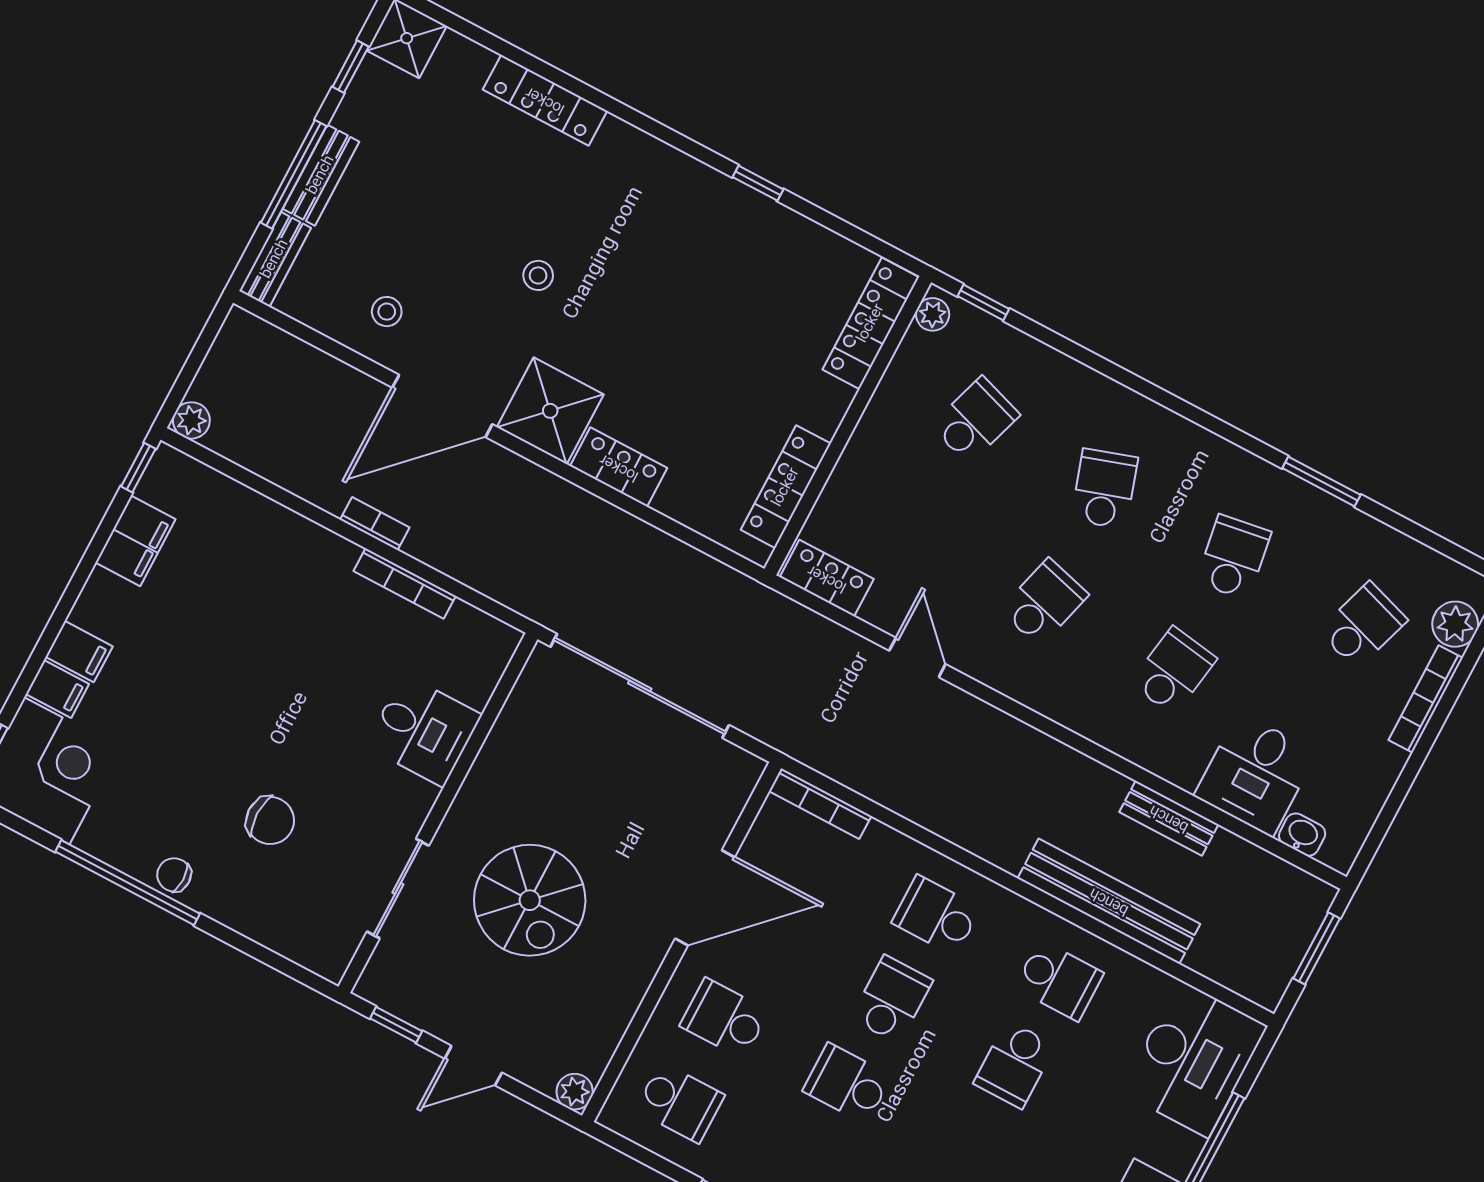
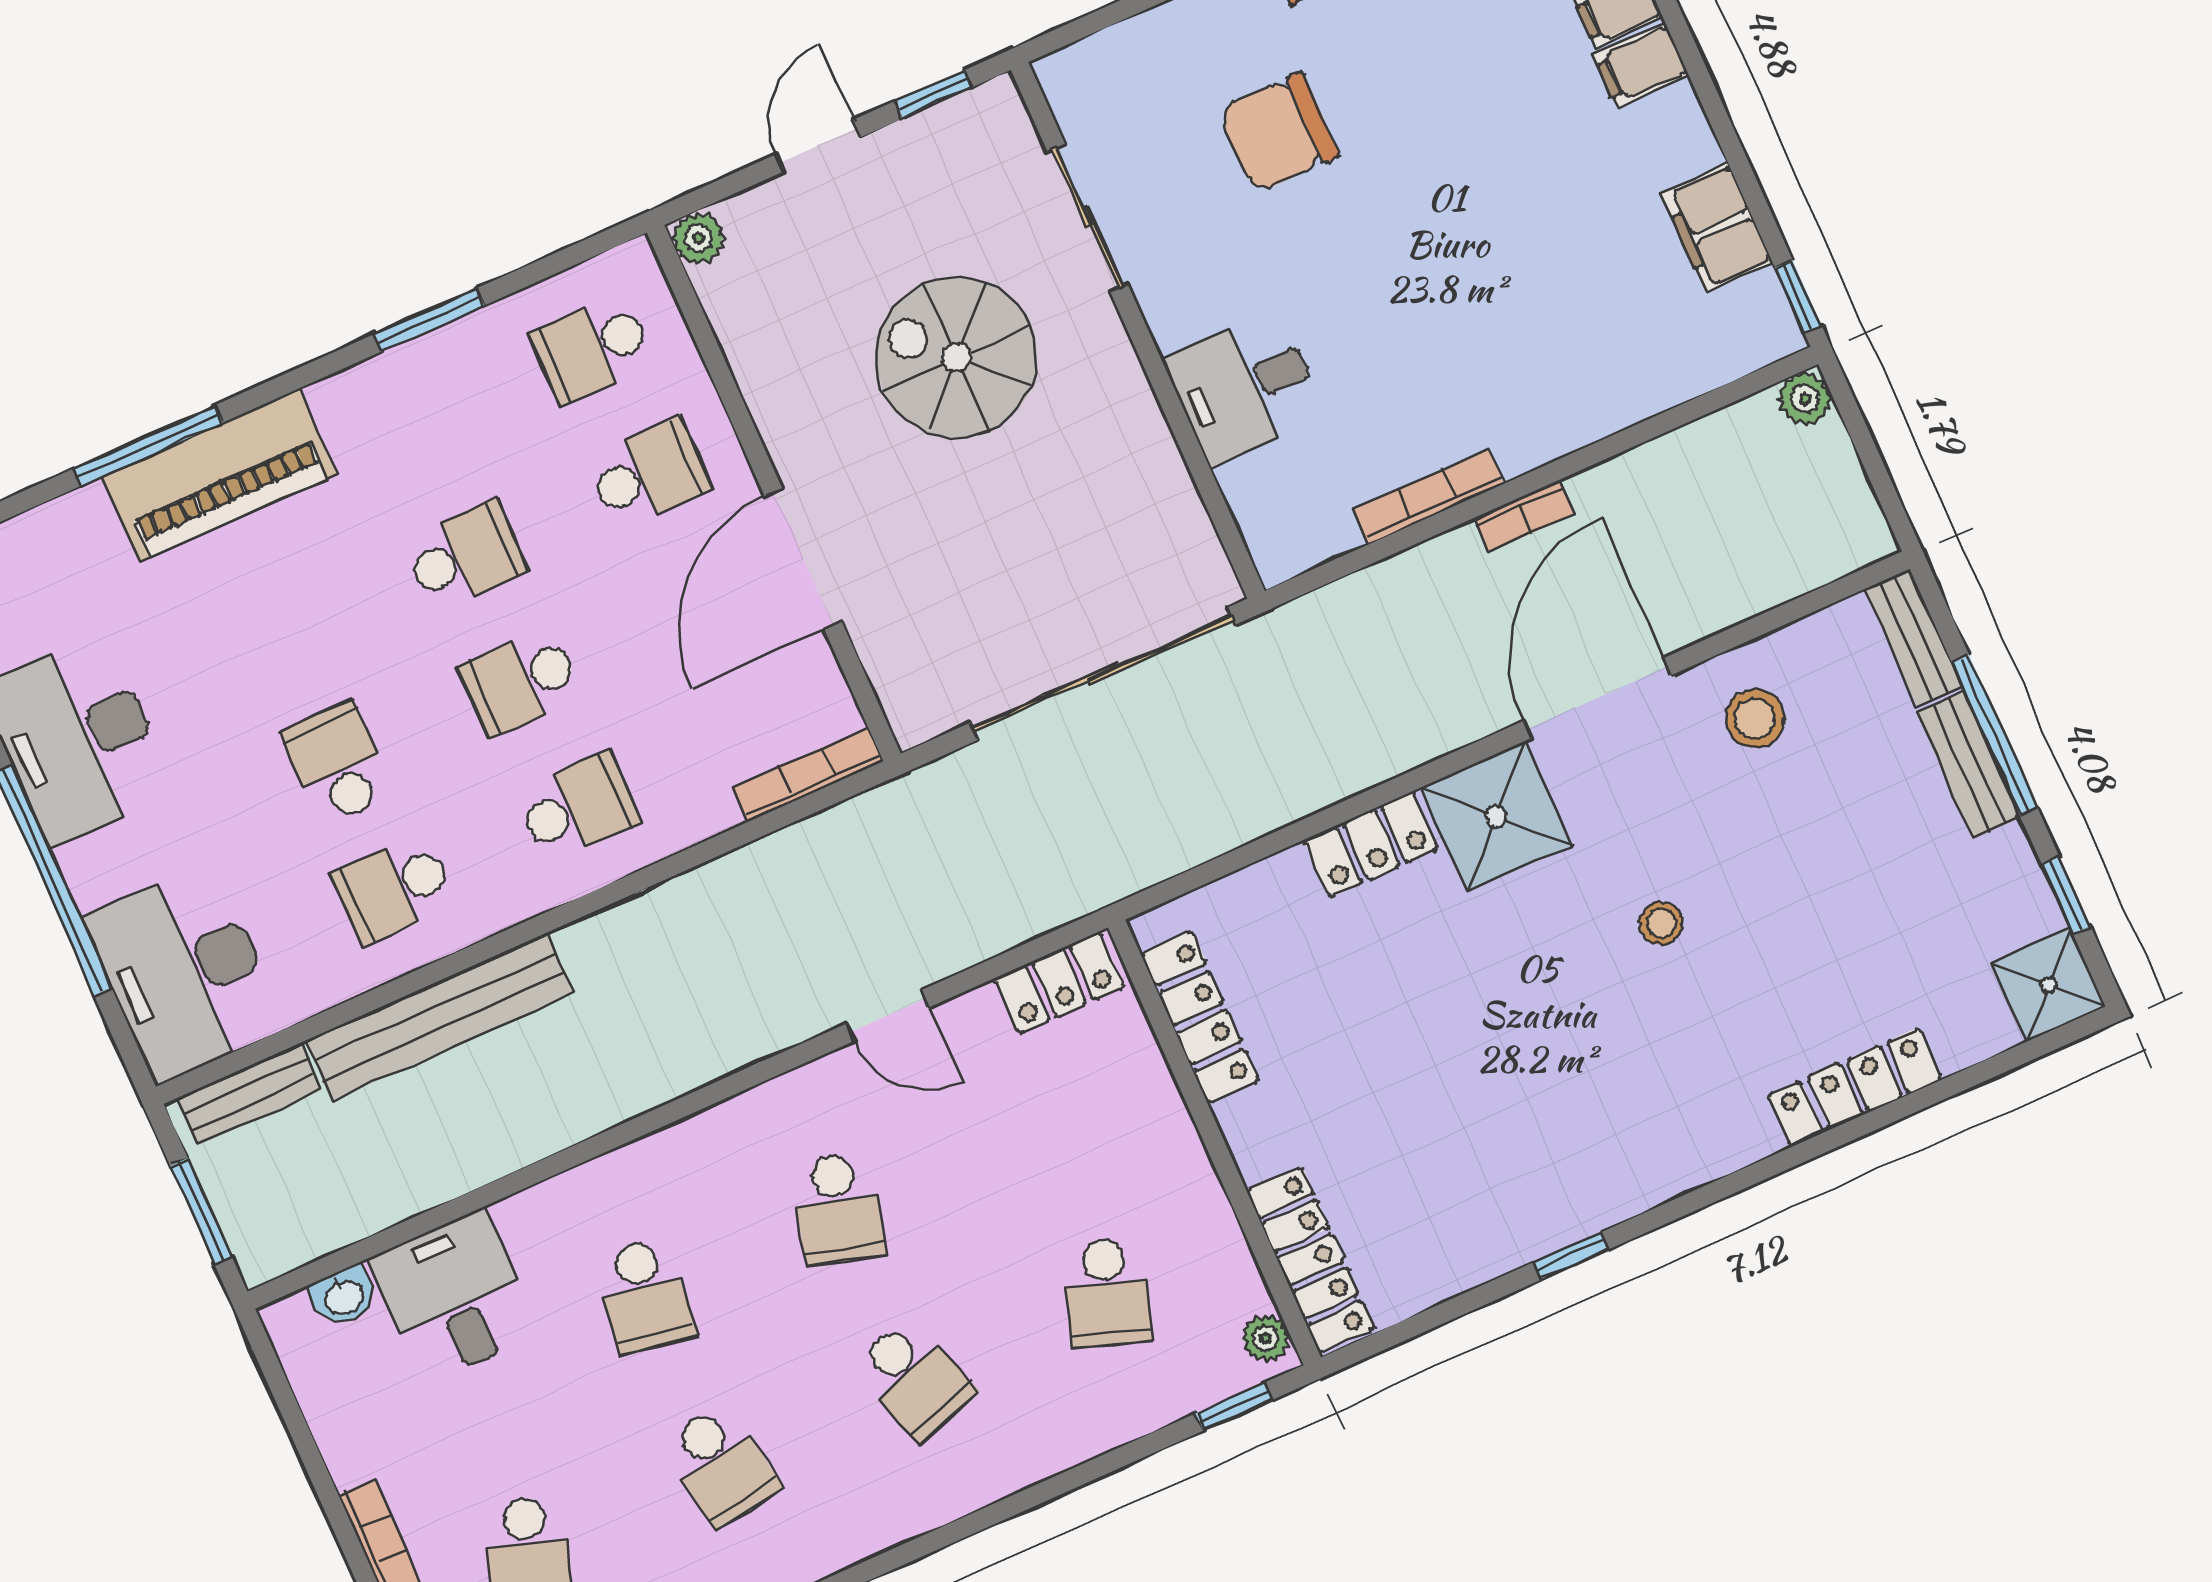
stool: (387, 312) -> (1755, 719), width x1.37, depth x1.37
bench: (1169, 818) -> (250, 1094), moved
chair: (270, 820) -> (1279, 133), width x1.37, depth x1.37
school desk: (892, 999) -> (521, 682), turned 90

